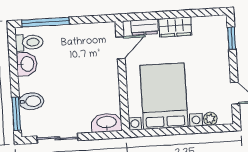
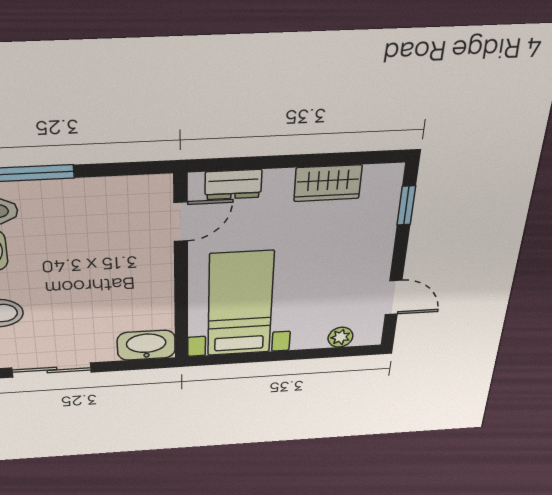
wardrobe: (175, 27) -> (328, 183), moved
bed with nightstands: (164, 96) -> (240, 304), width x0.73

